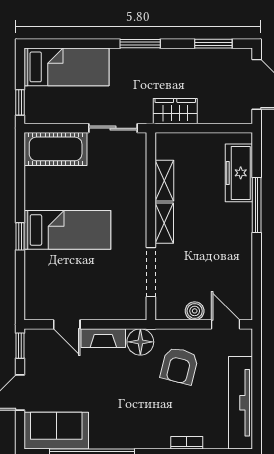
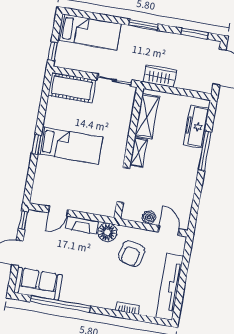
shelving: (164, 181) -> (147, 116), width x1.50, depth x1.33
door: (67, 324) -> (58, 211), hinge flipped

